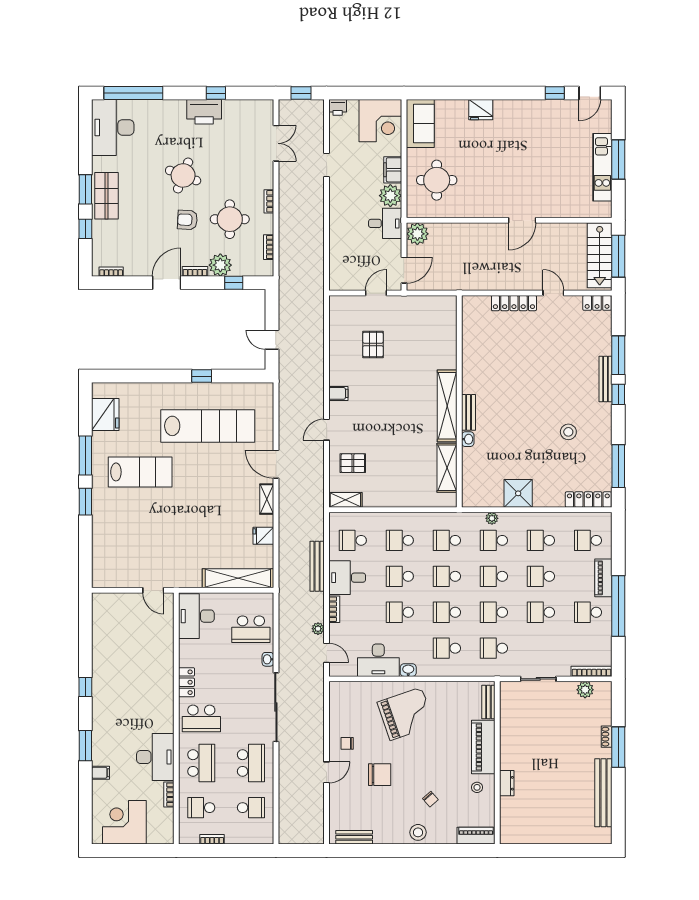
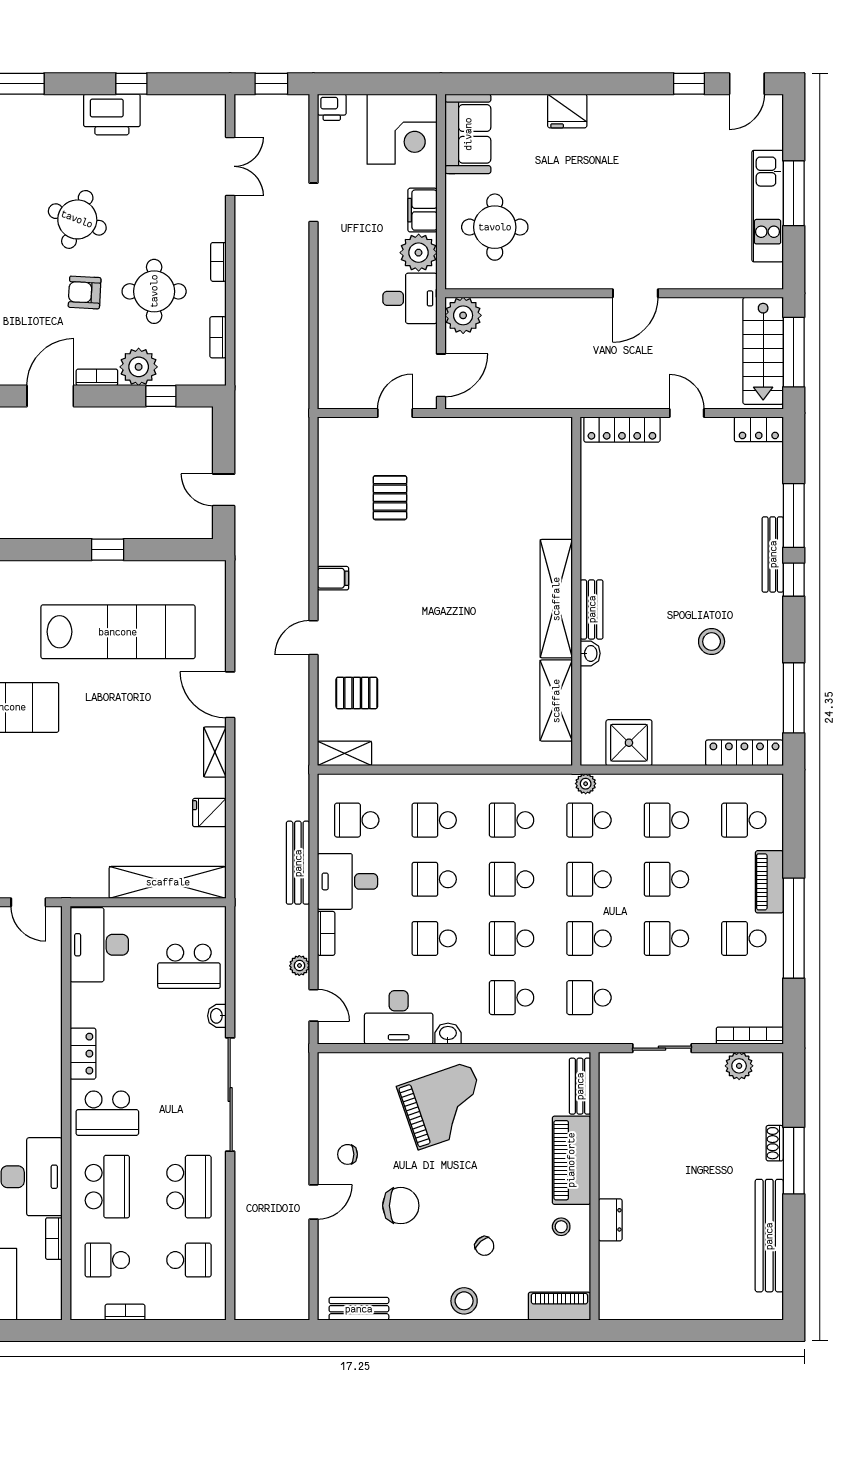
wall: (459, 401) -> (576, 591), moved
shelving: (447, 406) -> (556, 599), moved
bench: (469, 412) -> (592, 609), moved
washbasin: (468, 439) -> (590, 653), moved
shelving: (447, 468) -> (556, 701), moved

